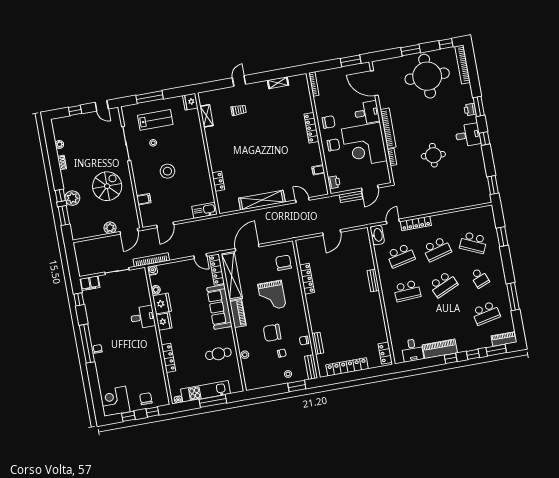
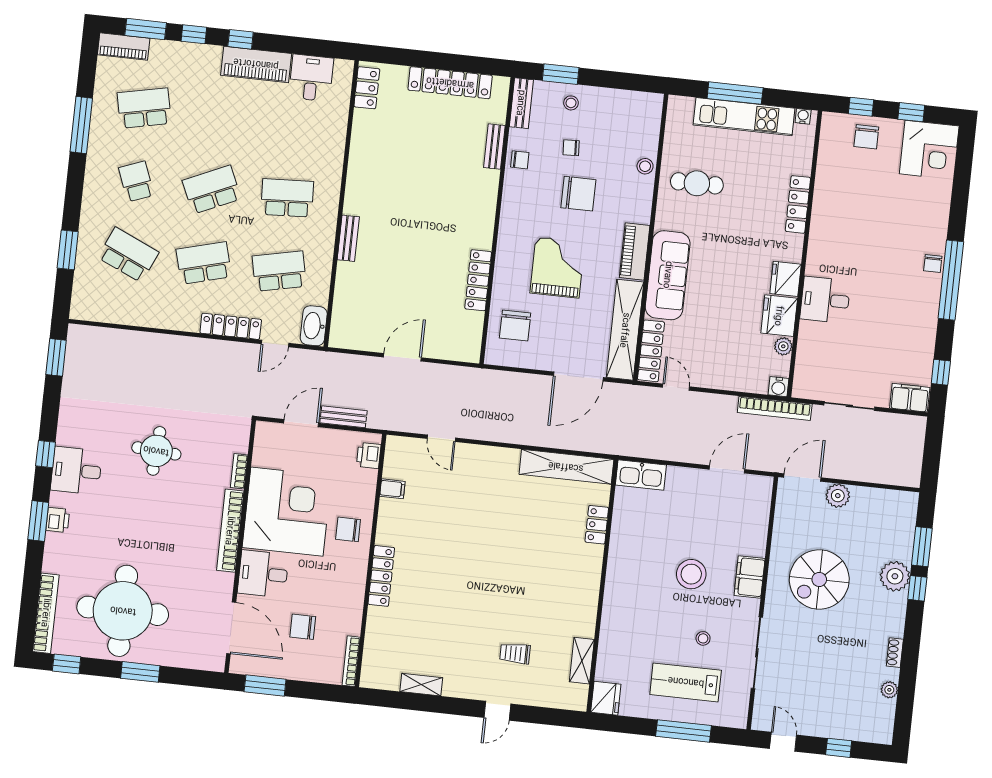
chair: (329, 122) -> (303, 627), moved
filing cabinet: (144, 199) -> (750, 577), moved, width x2.00
shelving: (262, 200) -> (566, 467), moved

